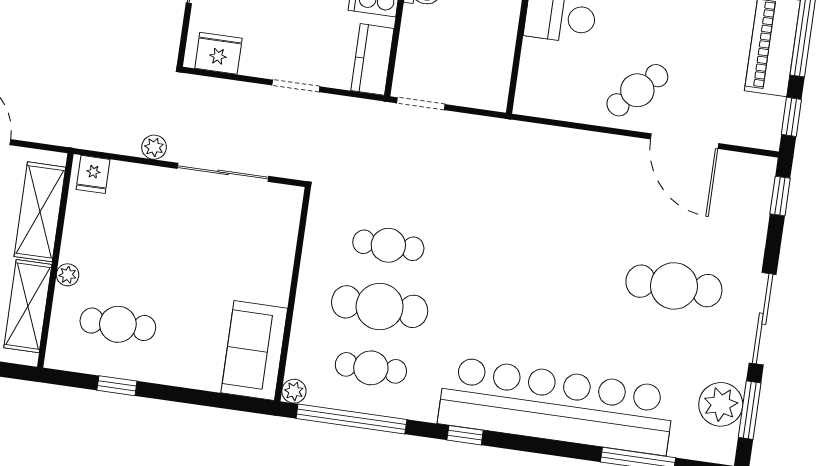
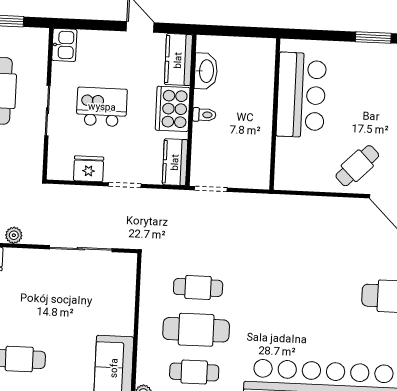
fridge: (218, 53) -> (89, 169), moved
plant: (154, 147) -> (14, 235), moved

